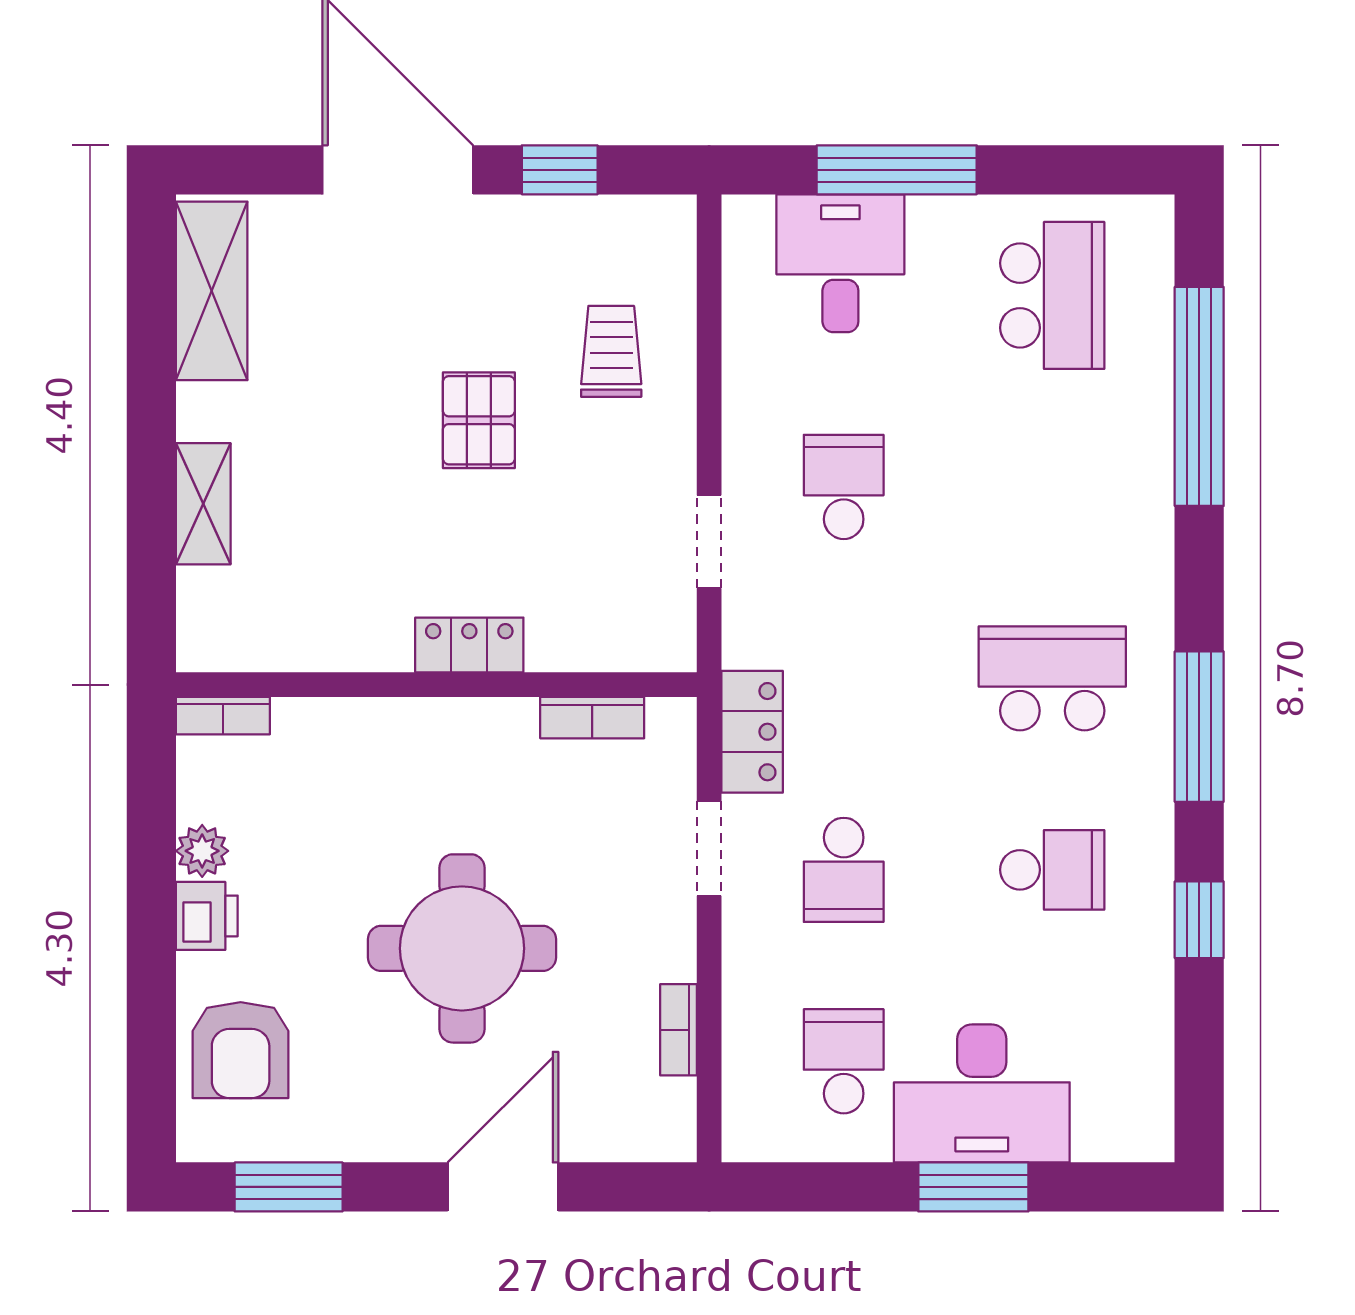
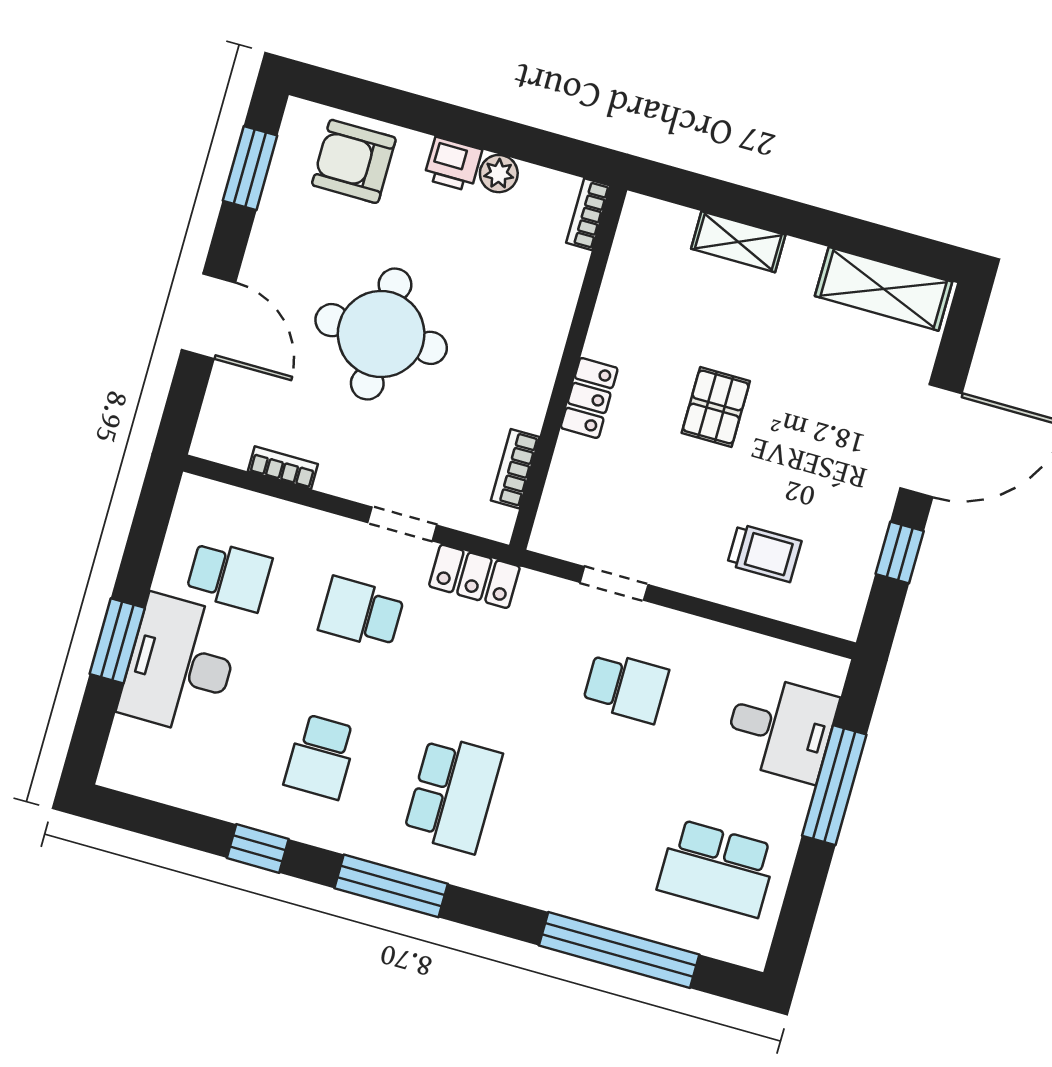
pallet: (479, 420) -> (716, 407), moved, turned 90

